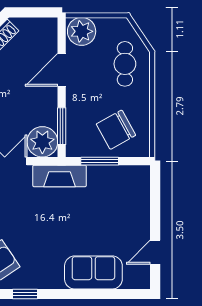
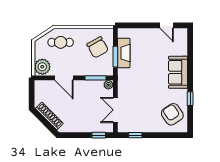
plant: (42, 142) -> (108, 85), width x0.53, depth x0.53
fireplace: (60, 176) -> (124, 53), moved
sofa: (93, 272) -> (178, 72), moved

